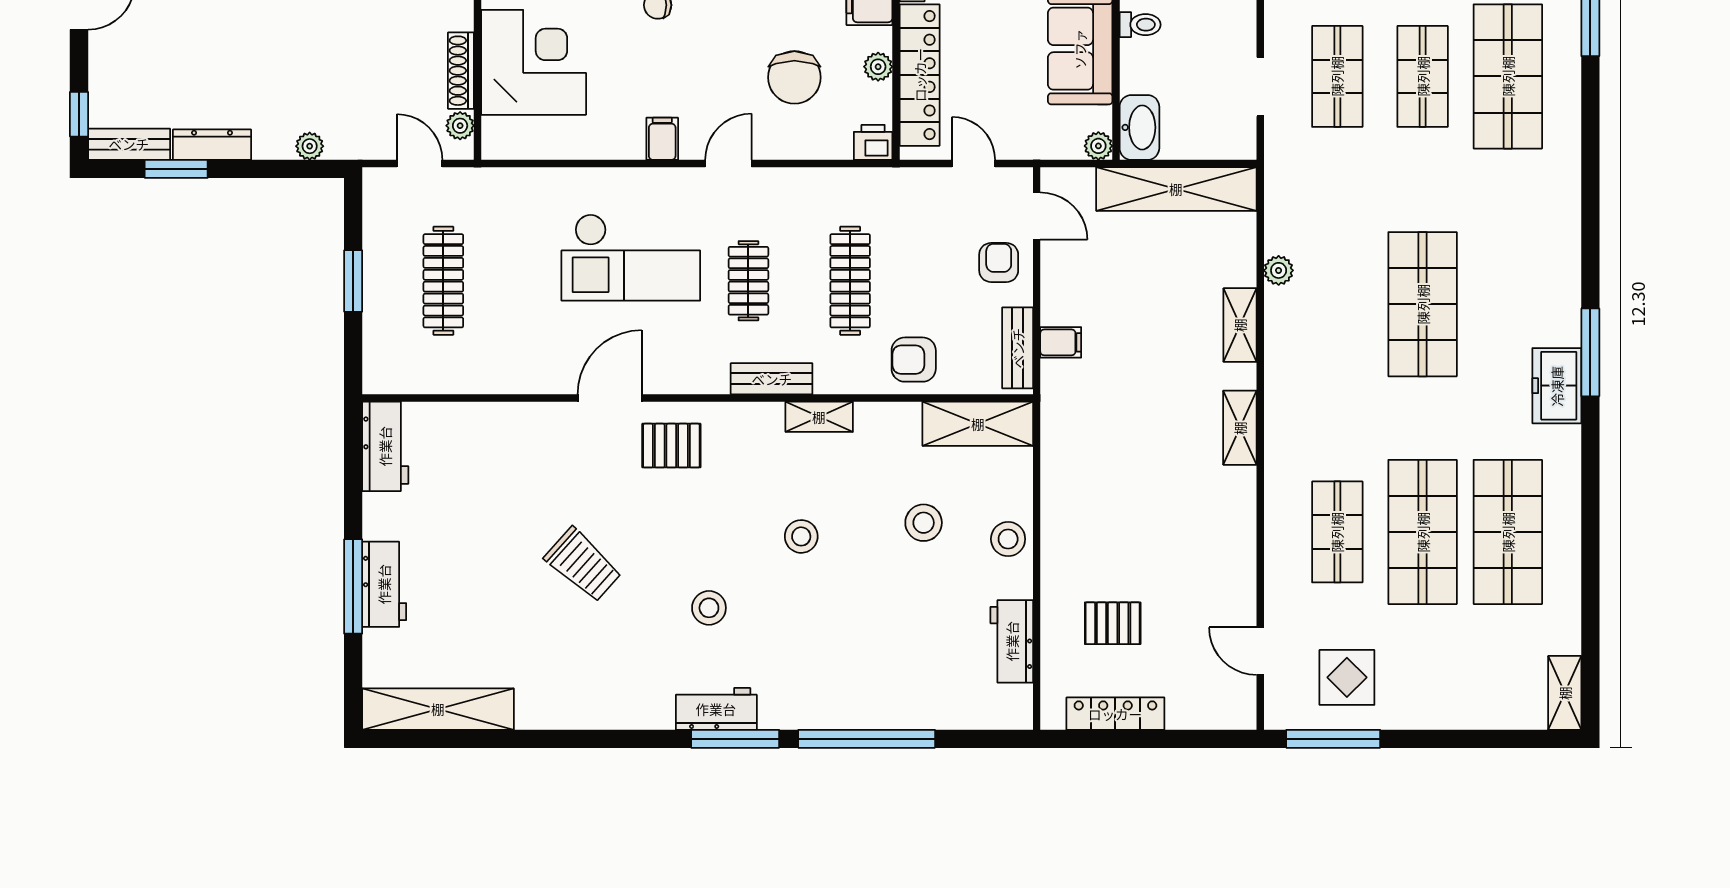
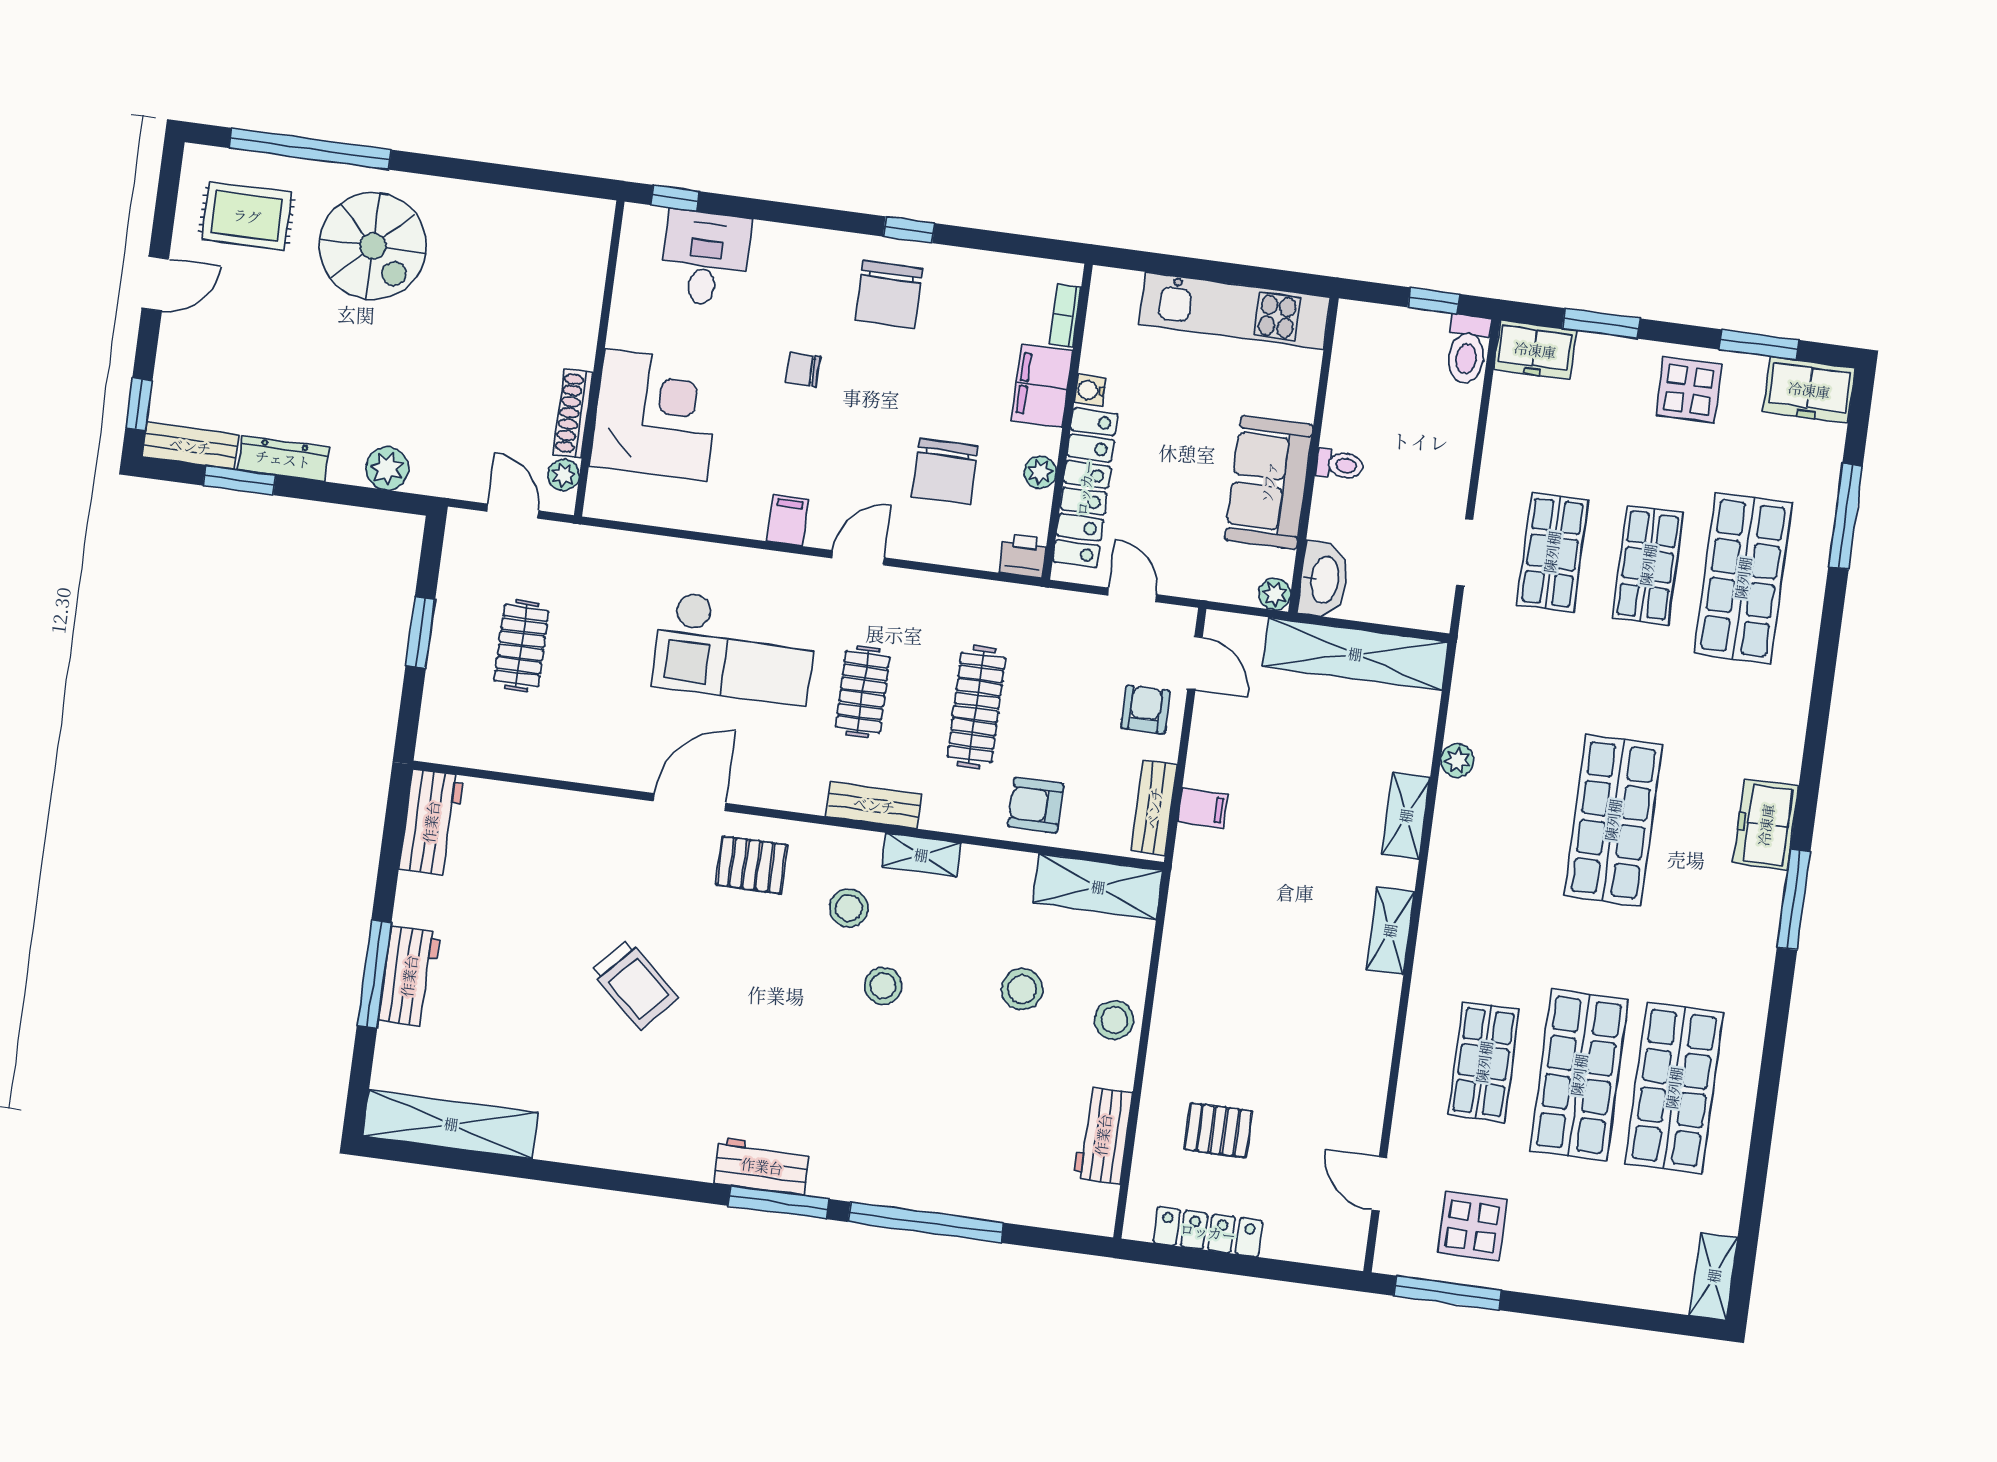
plant: (310, 146) -> (387, 468), width x1.38, depth x1.38
clothes rail: (443, 281) -> (521, 646), width x0.73
freezer: (1557, 386) -> (1766, 825), moved
stool: (709, 608) -> (849, 908), moved

